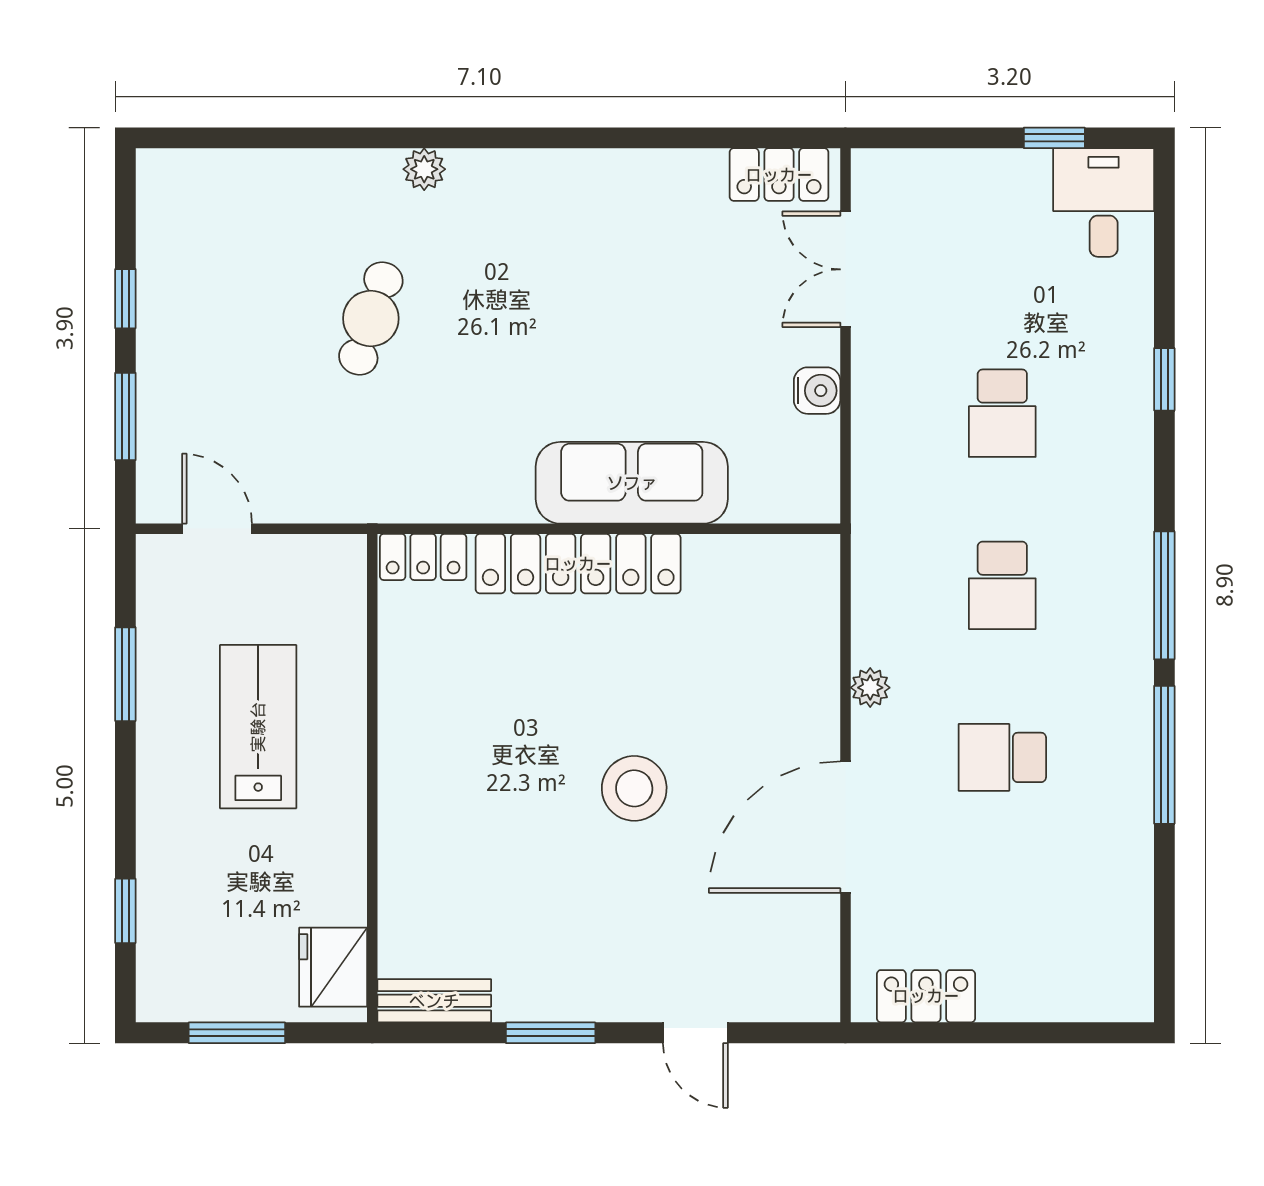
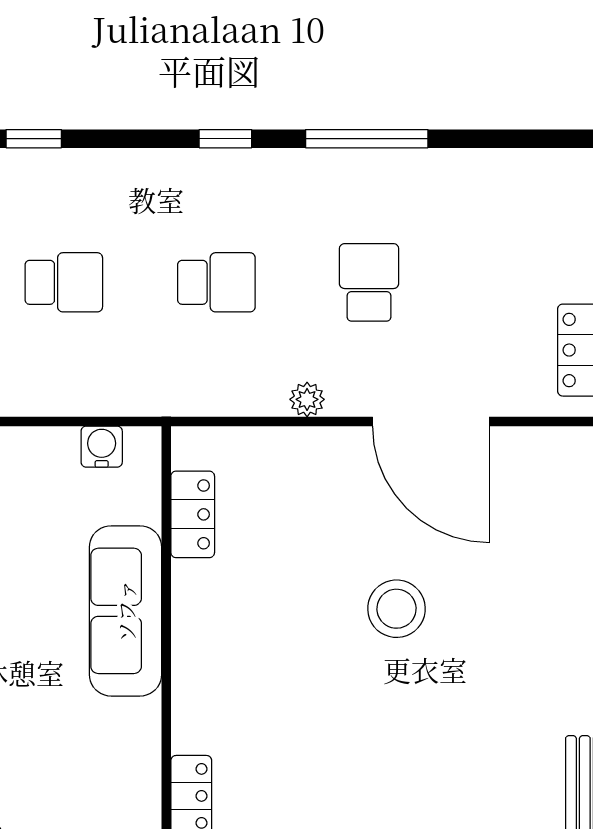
water cooler: (817, 391) -> (102, 447), moved
locker: (578, 564) -> (193, 514), moved, width x0.46, depth x0.83
window: (1164, 595) -> (225, 139), width x0.46
school desk: (1002, 757) -> (369, 282), turned 180

